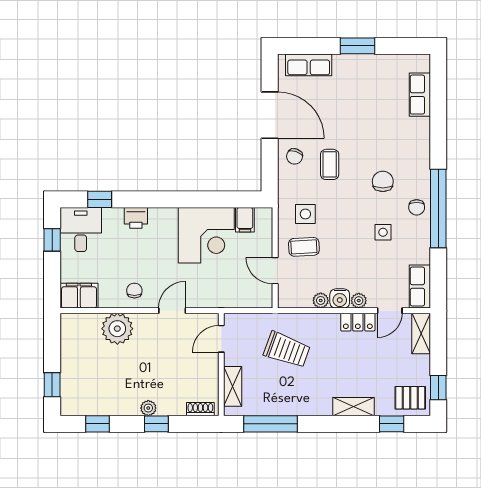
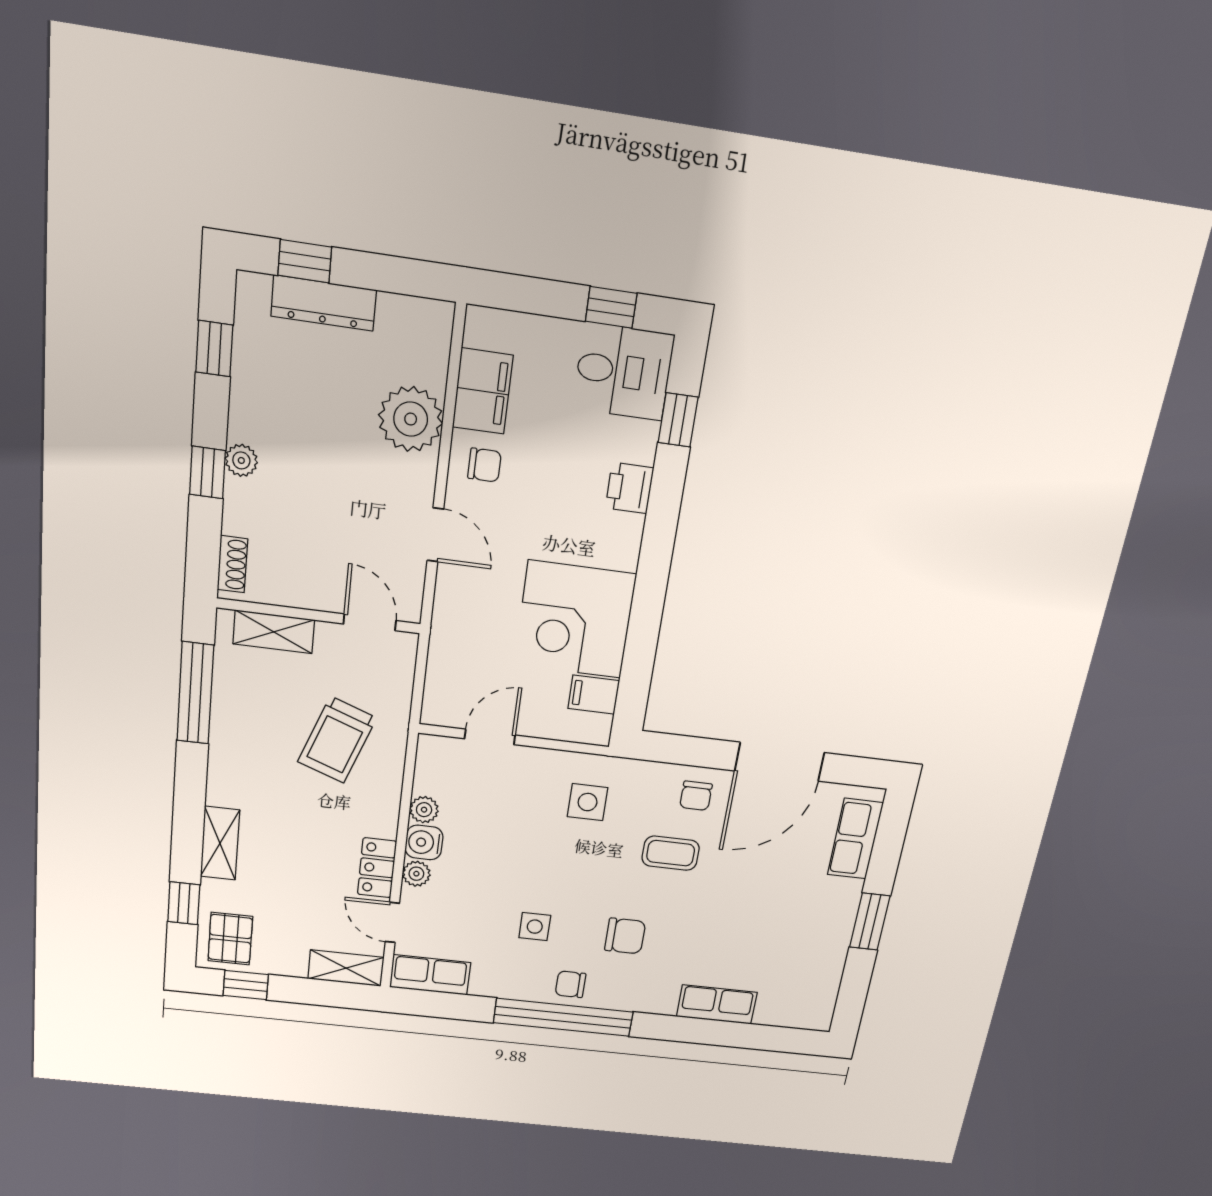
row of seats: (420, 95) -> (717, 1004), moved
chair: (295, 156) -> (696, 796), turned -109
coffee table: (304, 247) -> (527, 792), removed
filing cabinet: (79, 296) -> (483, 391), moved
dresser: (70, 375) -> (324, 303), added

